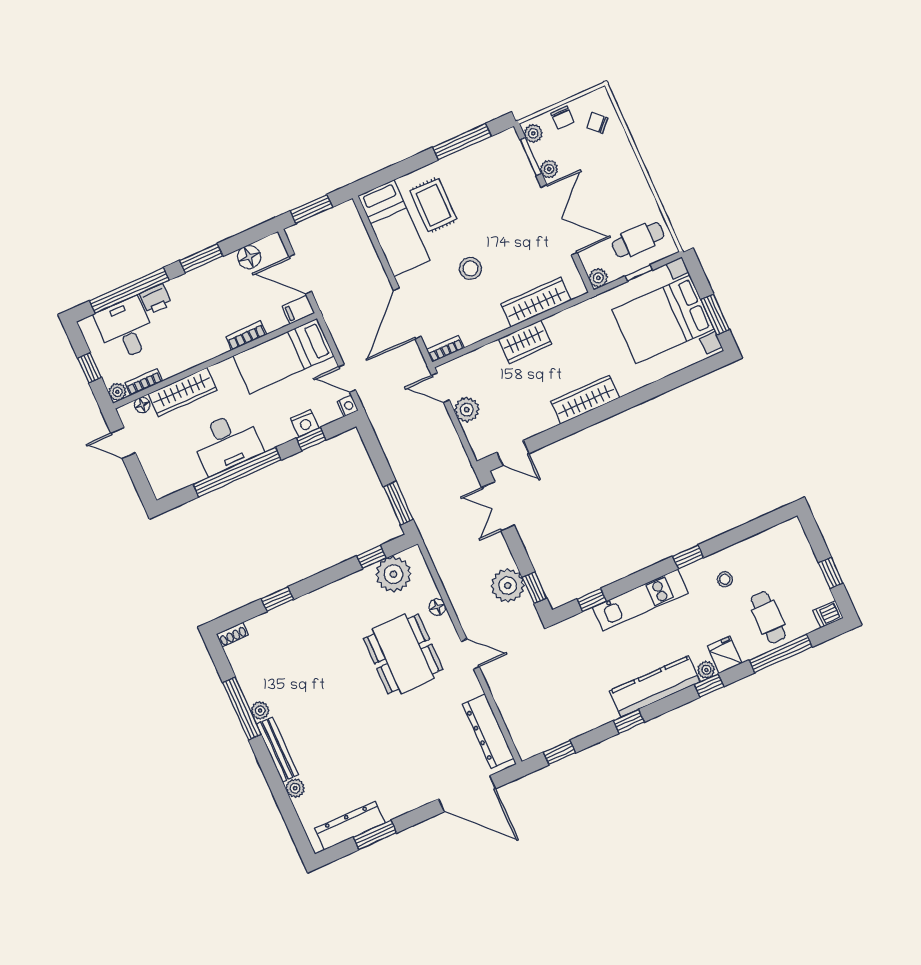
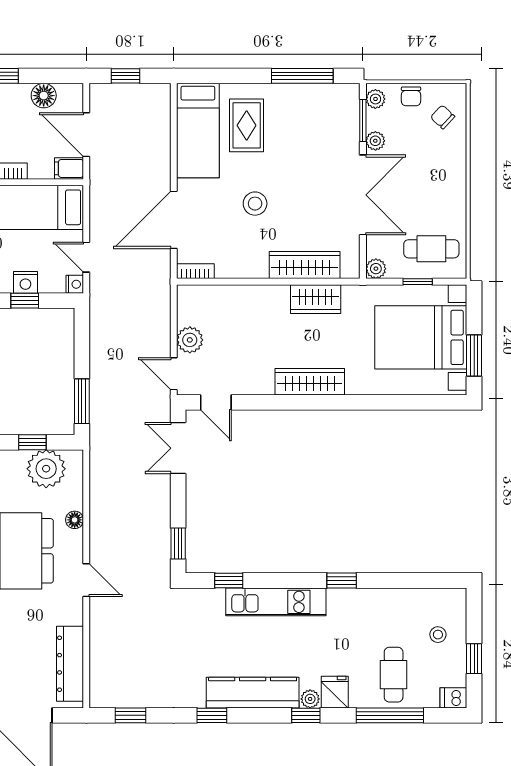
window: (311, 209) -> (126, 76), width x0.67
wardrobe: (525, 342) -> (316, 299), moved
door: (440, 388) -> (174, 374), moved
stool: (725, 579) -> (438, 635), moved
plant: (508, 586) -> (153, 530), removed

